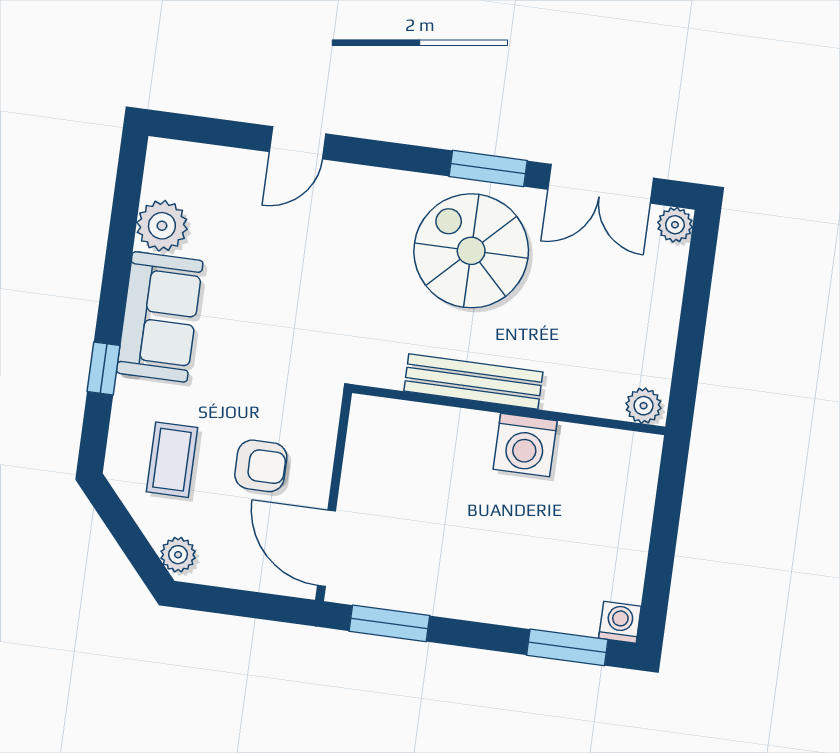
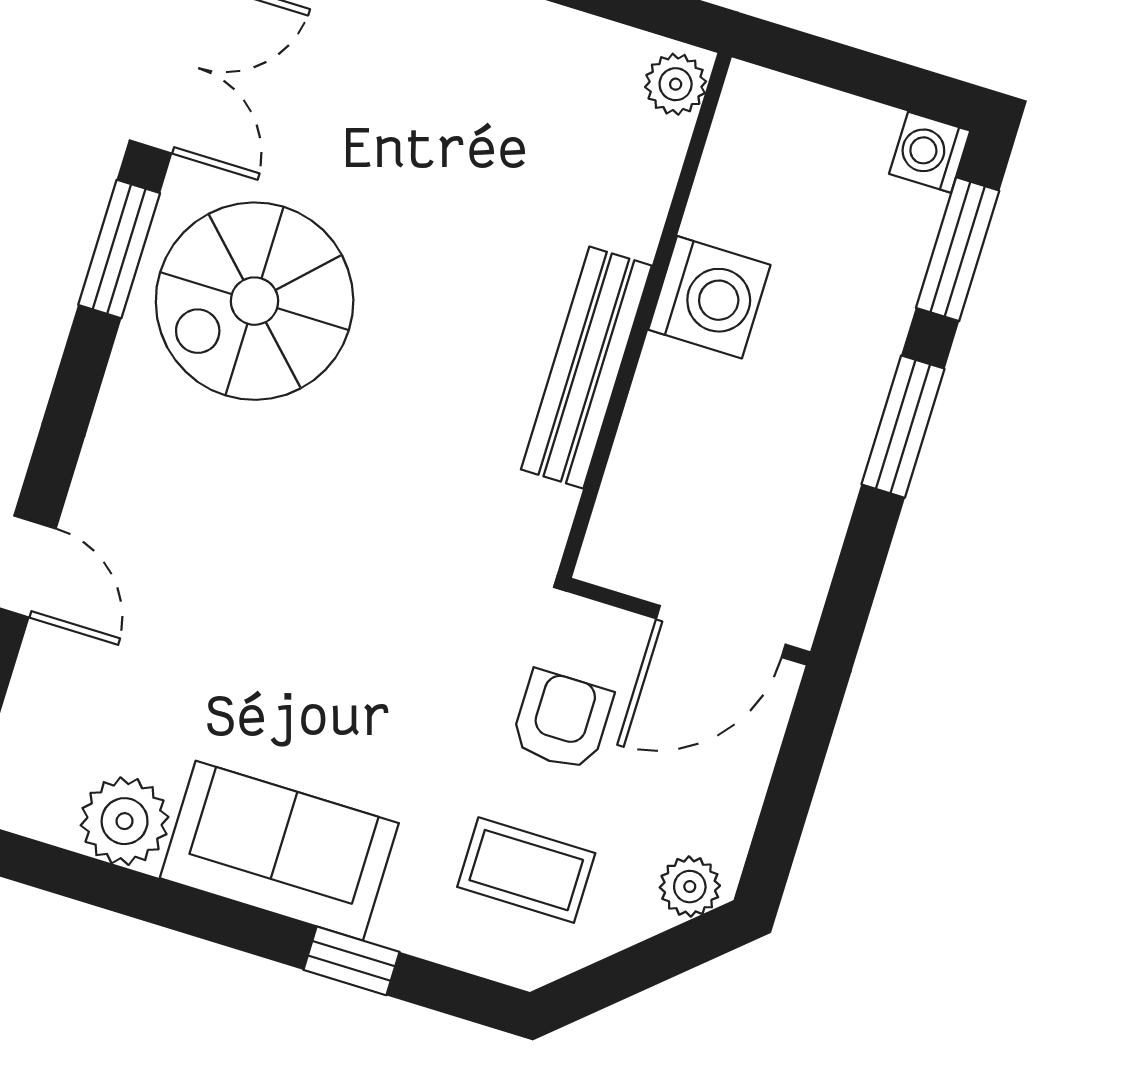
bench: (473, 382) -> (586, 368), moved
plant: (644, 406) -> (676, 84), moved
wall: (509, 410) -> (645, 315), moved
washing machine: (525, 445) -> (709, 297), moved
window: (389, 623) -> (903, 427), moved

